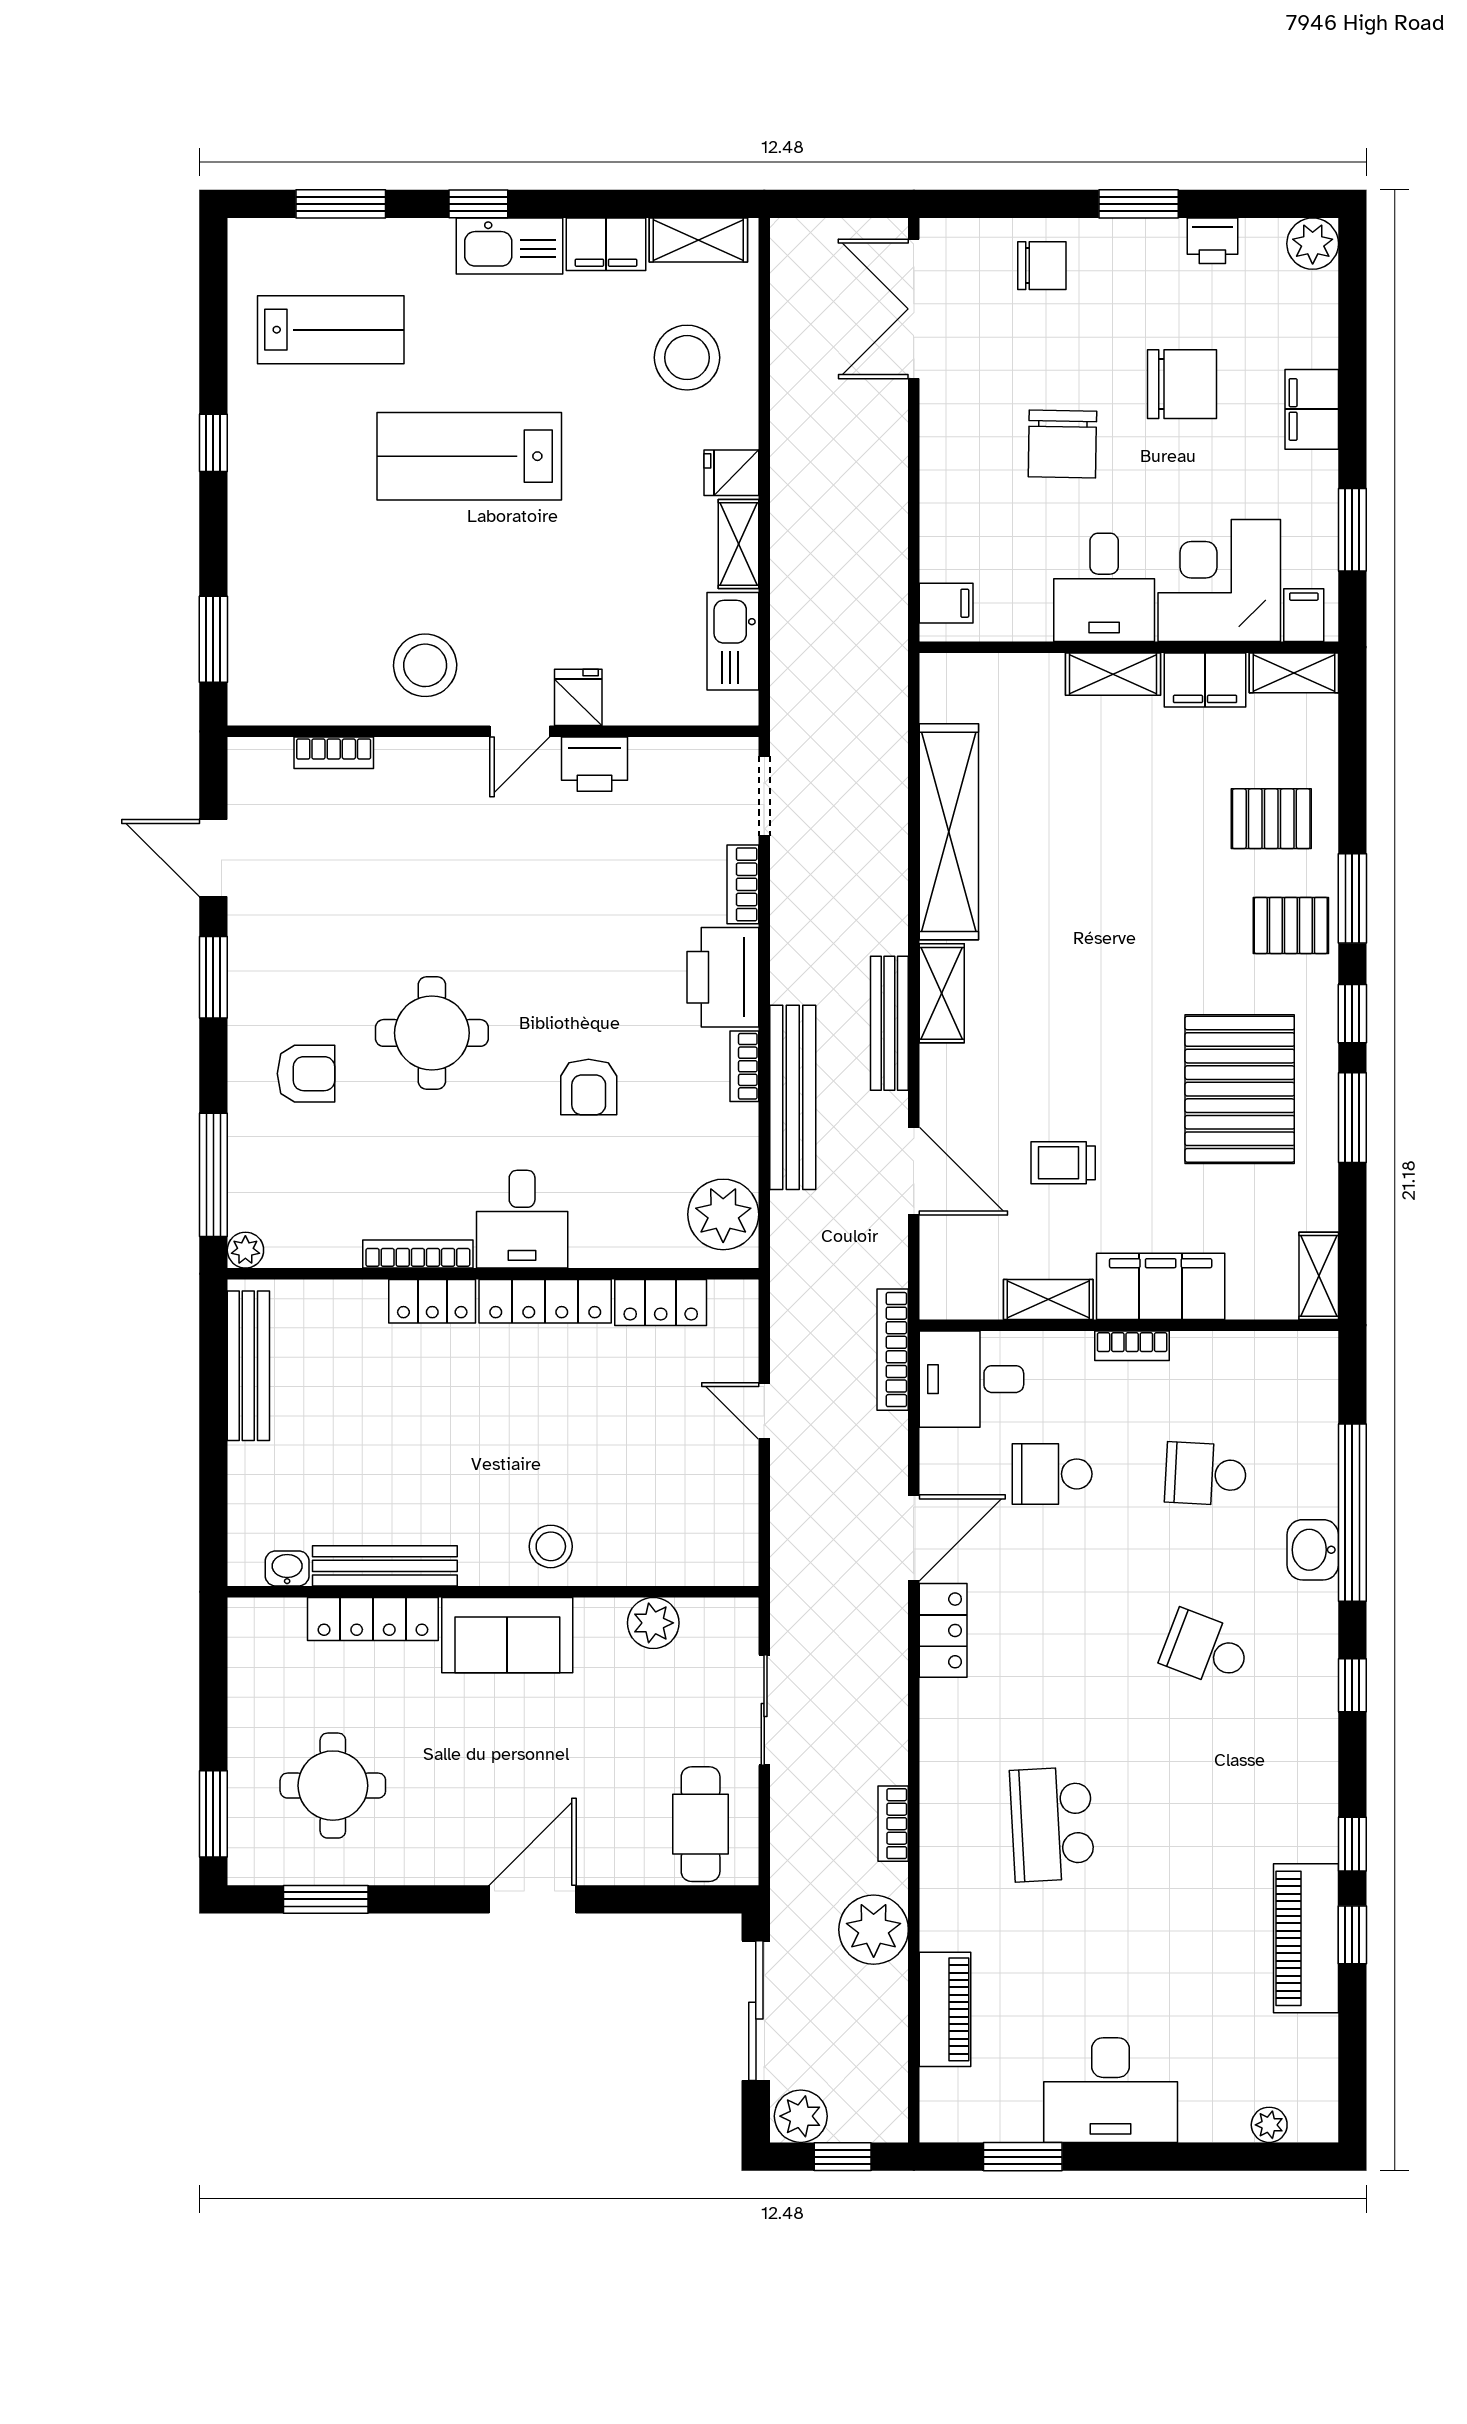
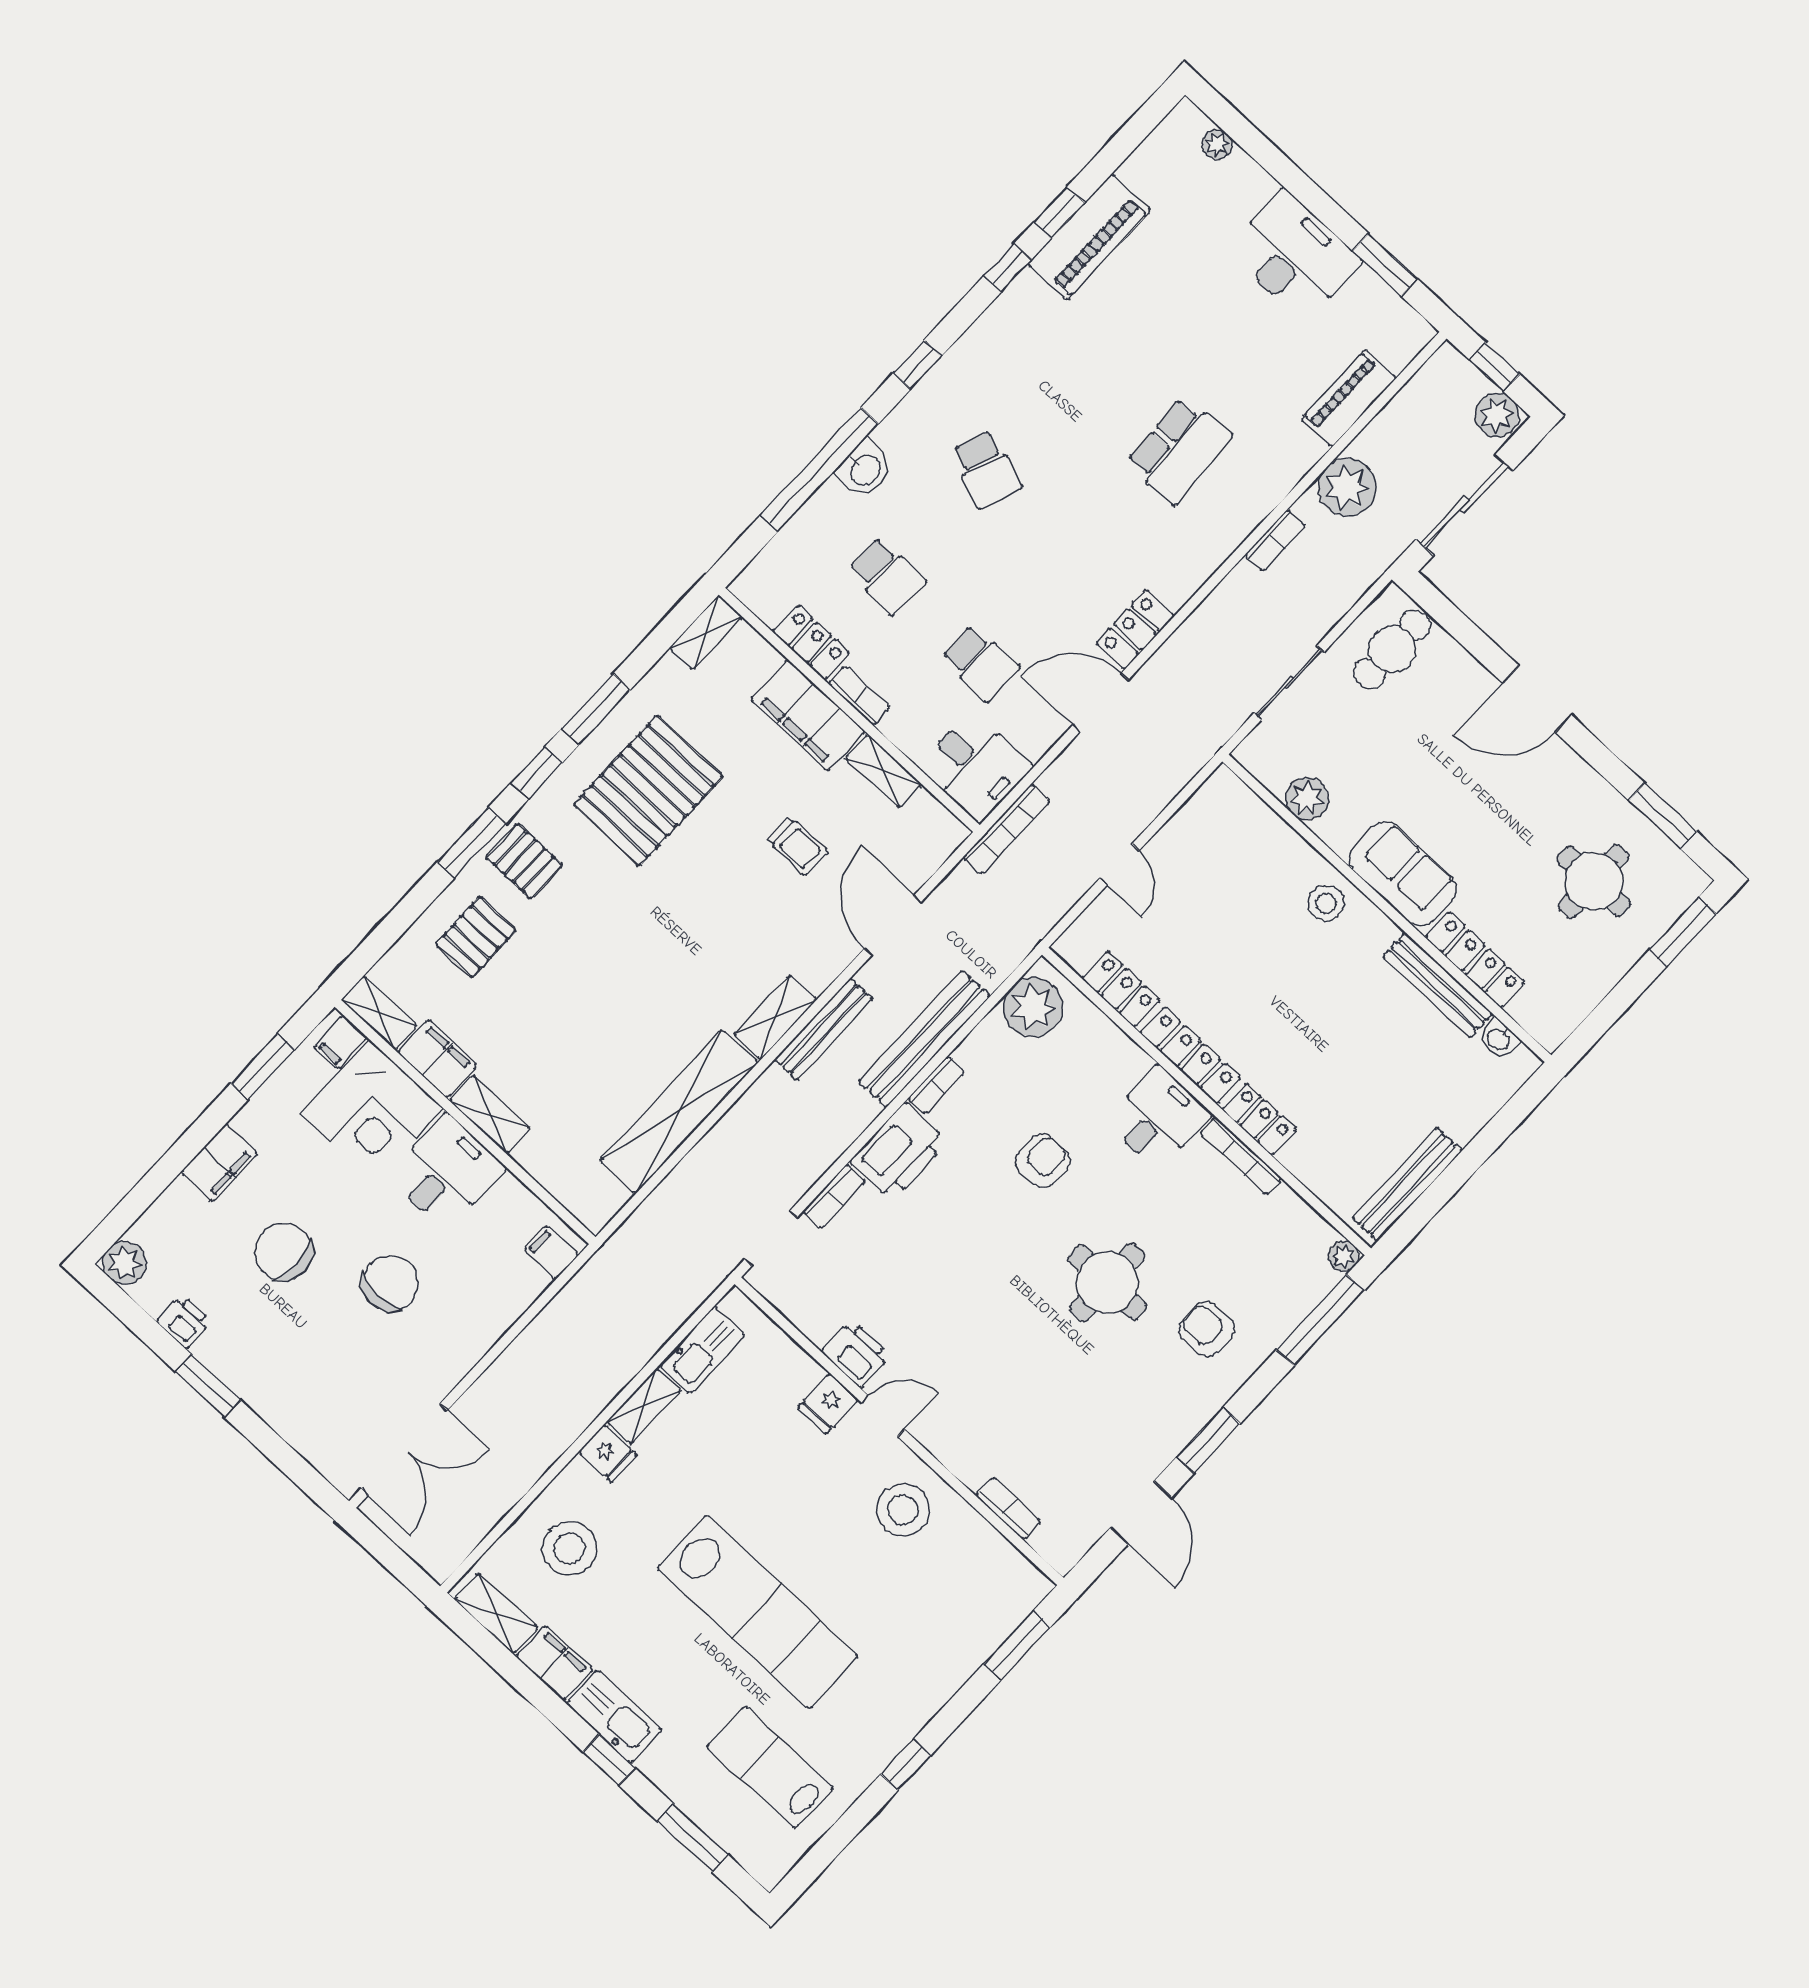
chair: (1042, 266) -> (302, 1403), removed
lab bench: (469, 456) -> (758, 1612), width x1.36
pallet: (1271, 819) -> (476, 937), turned 90
locker: (1218, 1353) -> (811, 642), added

